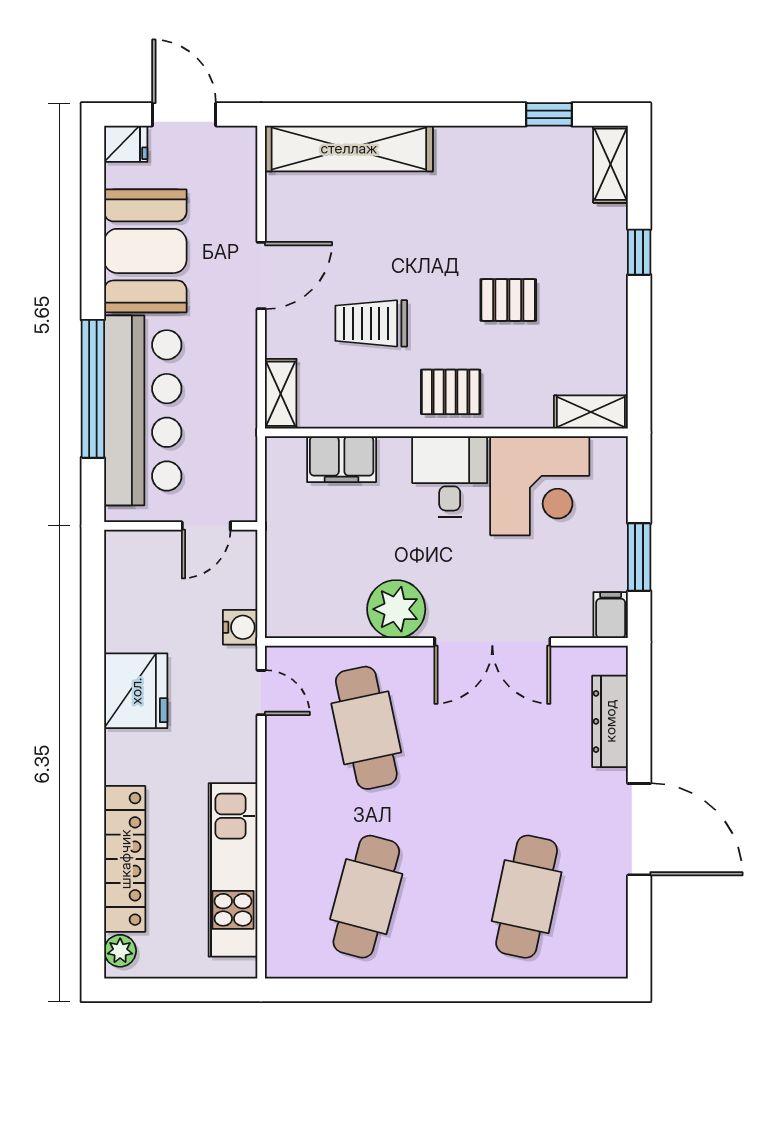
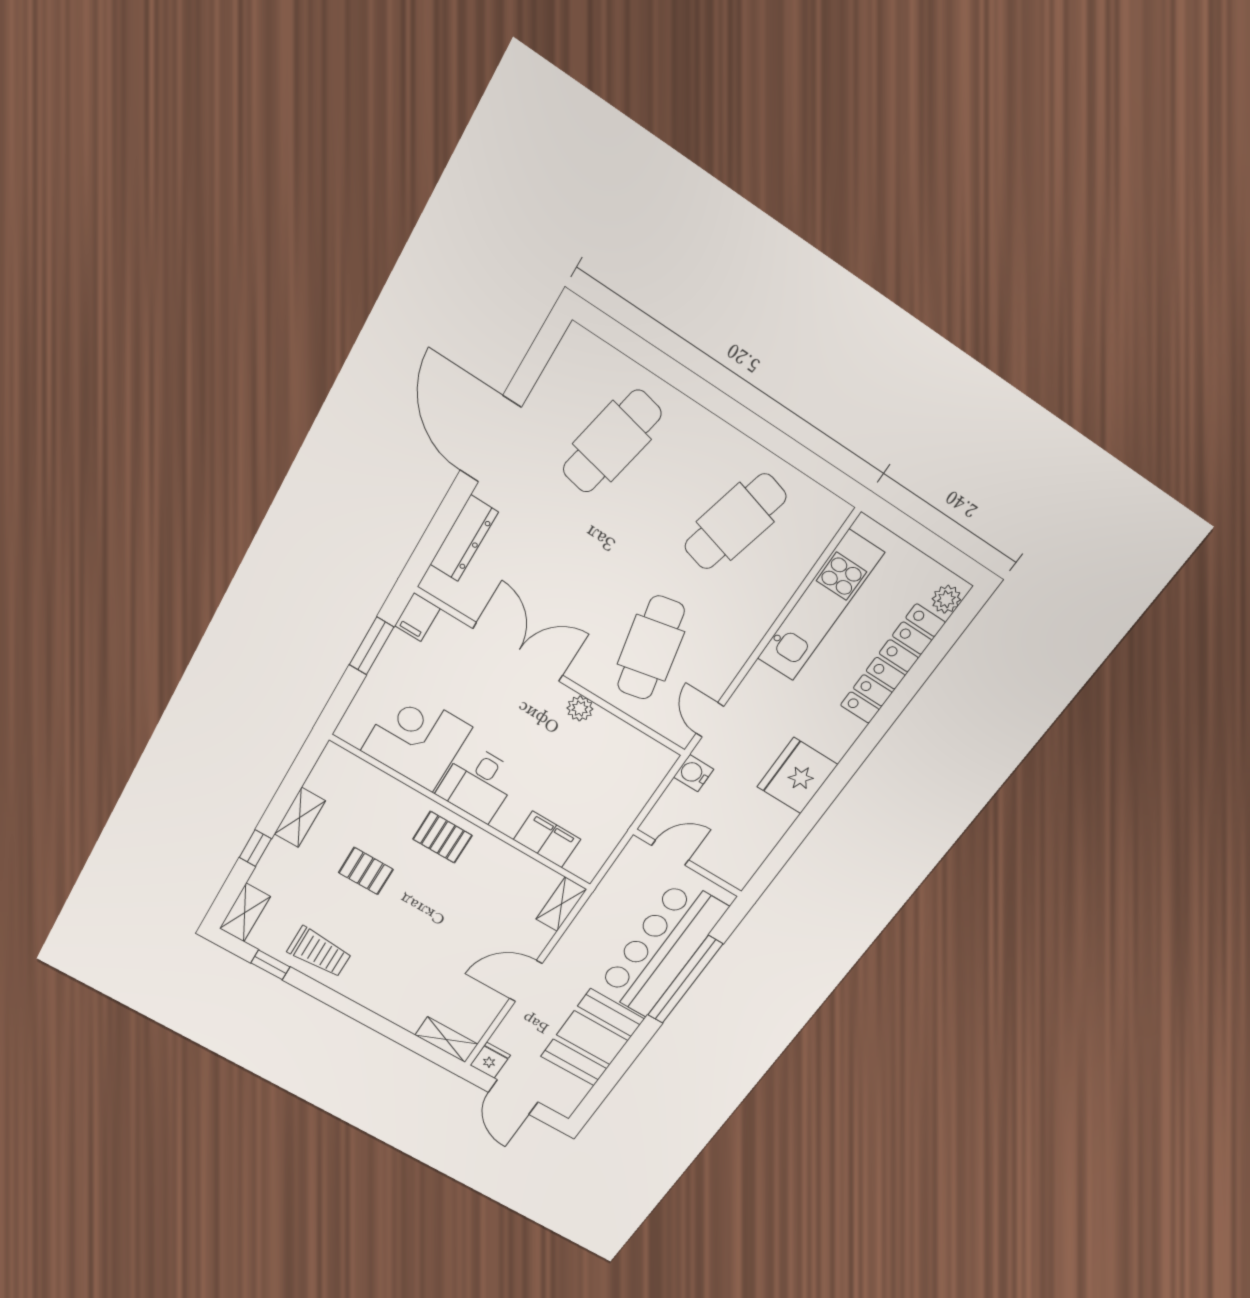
fridge: (126, 144) -> (490, 1060), moved, turned 90
shelving: (349, 148) -> (446, 1040), width x0.45, depth x0.75
trolley: (371, 323) -> (319, 952), moved
shelving: (591, 412) -> (300, 817), moved, turned 90
plant: (396, 609) -> (580, 708), width x0.53, depth x0.53

